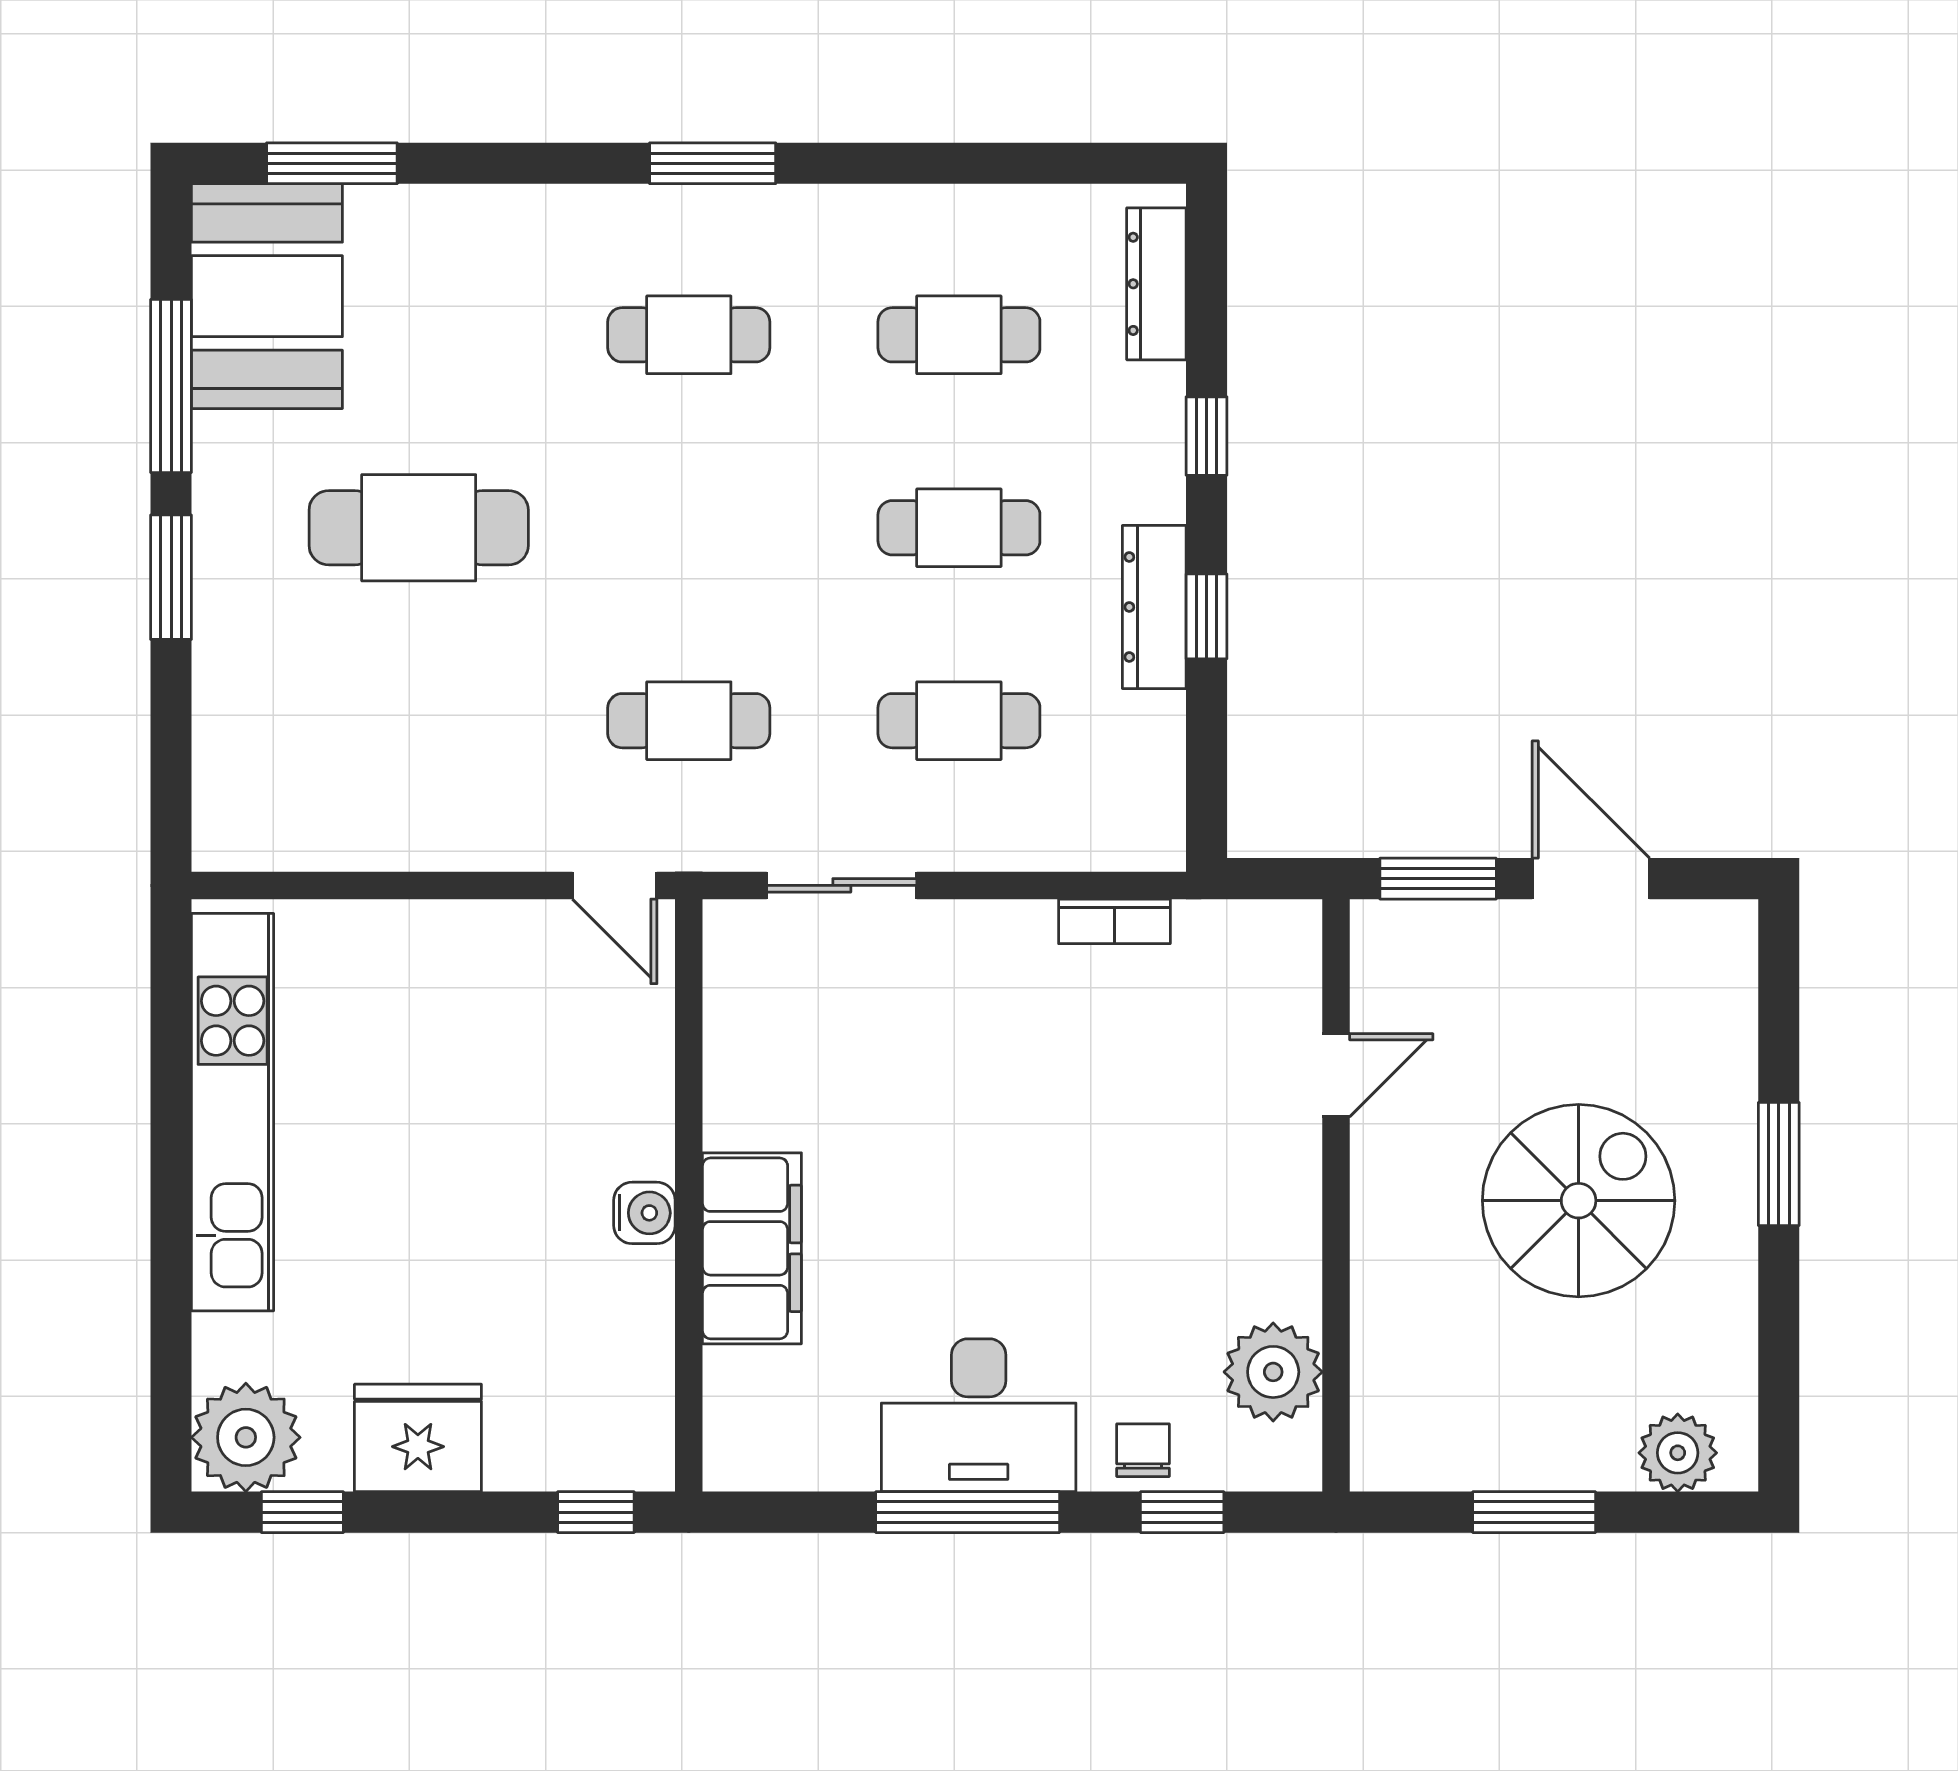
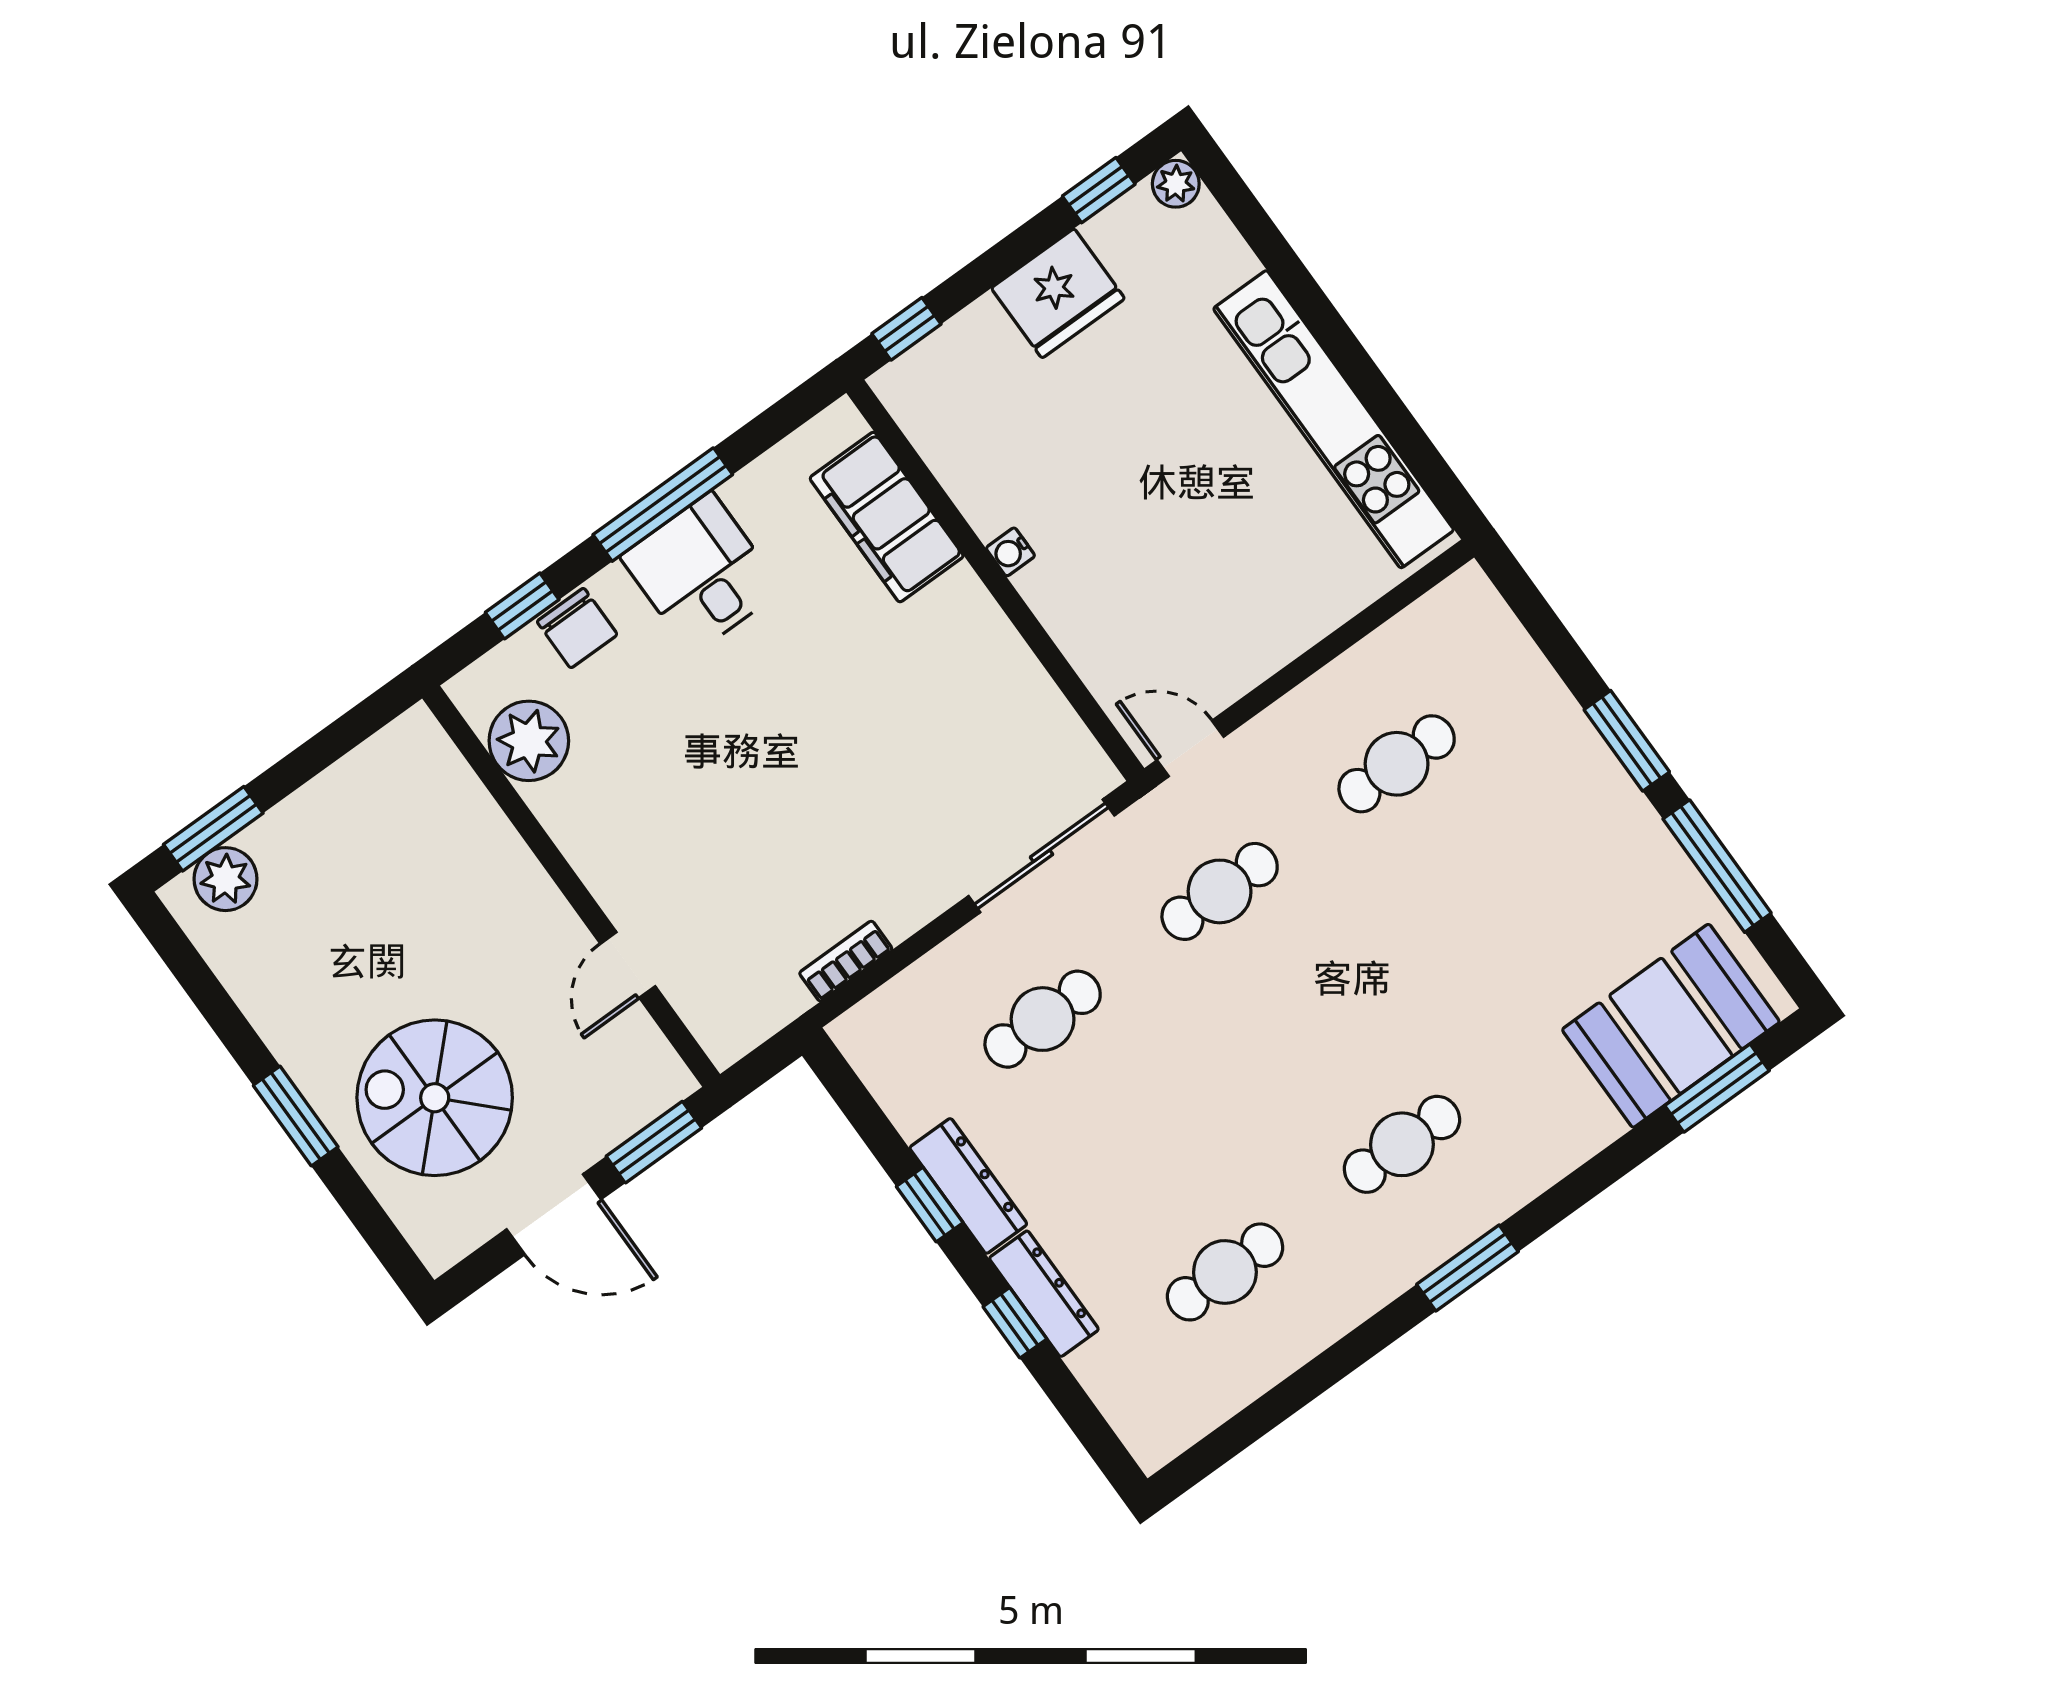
dresser: (1156, 284) -> (1044, 1294), moved
booth: (267, 296) -> (1671, 1026), moved, turned 90
cafe table: (419, 528) -> (1397, 764), moved, width x0.73, depth x0.74
cafe table: (959, 528) -> (1134, 1146), removed
sliding door: (842, 885) -> (1041, 856), width x1.37
spiral stairs: (1579, 1201) -> (435, 1098), moved, turned 90
water cooler: (644, 1213) -> (1010, 552), width x0.72, depth x0.72
filing cabinet: (752, 1248) -> (887, 517), moved
desk: (979, 1415) -> (701, 573), width x0.73
plant: (246, 1437) -> (1176, 184), width x0.53, depth x0.53
chair: (1143, 1450) -> (577, 628), width x1.37, depth x1.37
window: (1534, 1512) -> (213, 829), moved

